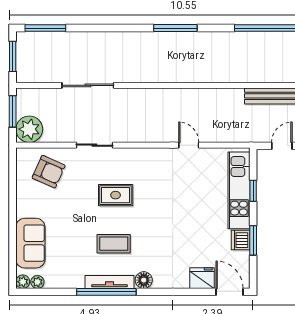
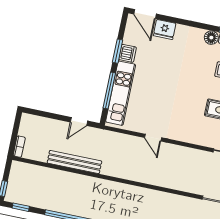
window: (253, 191) -> (109, 91), width x2.17

